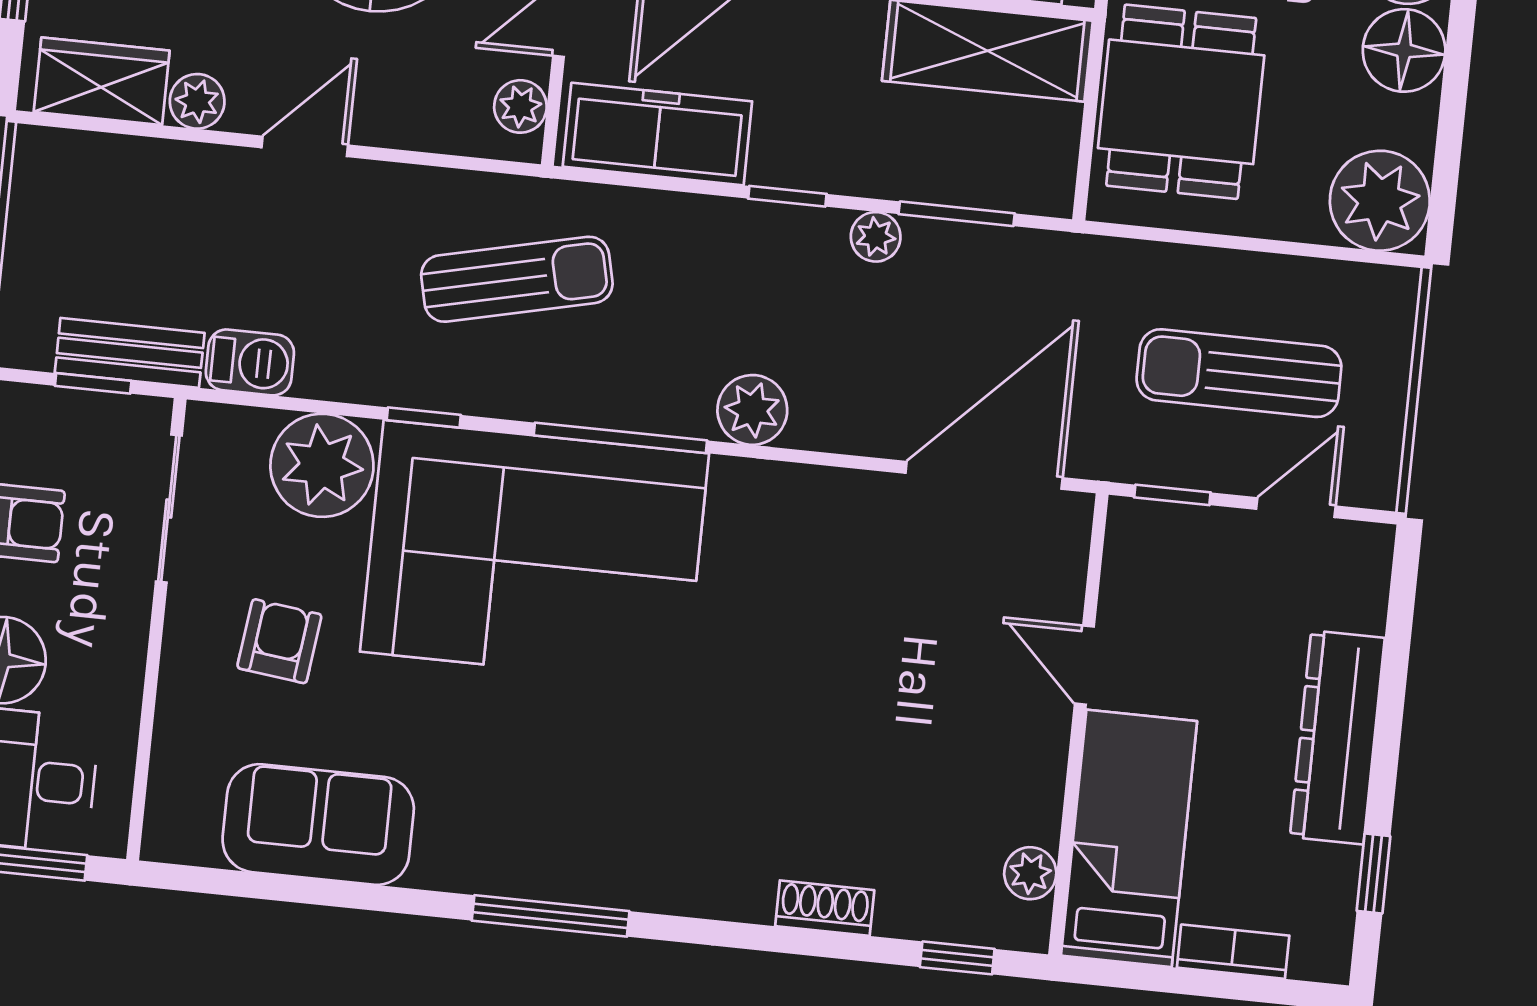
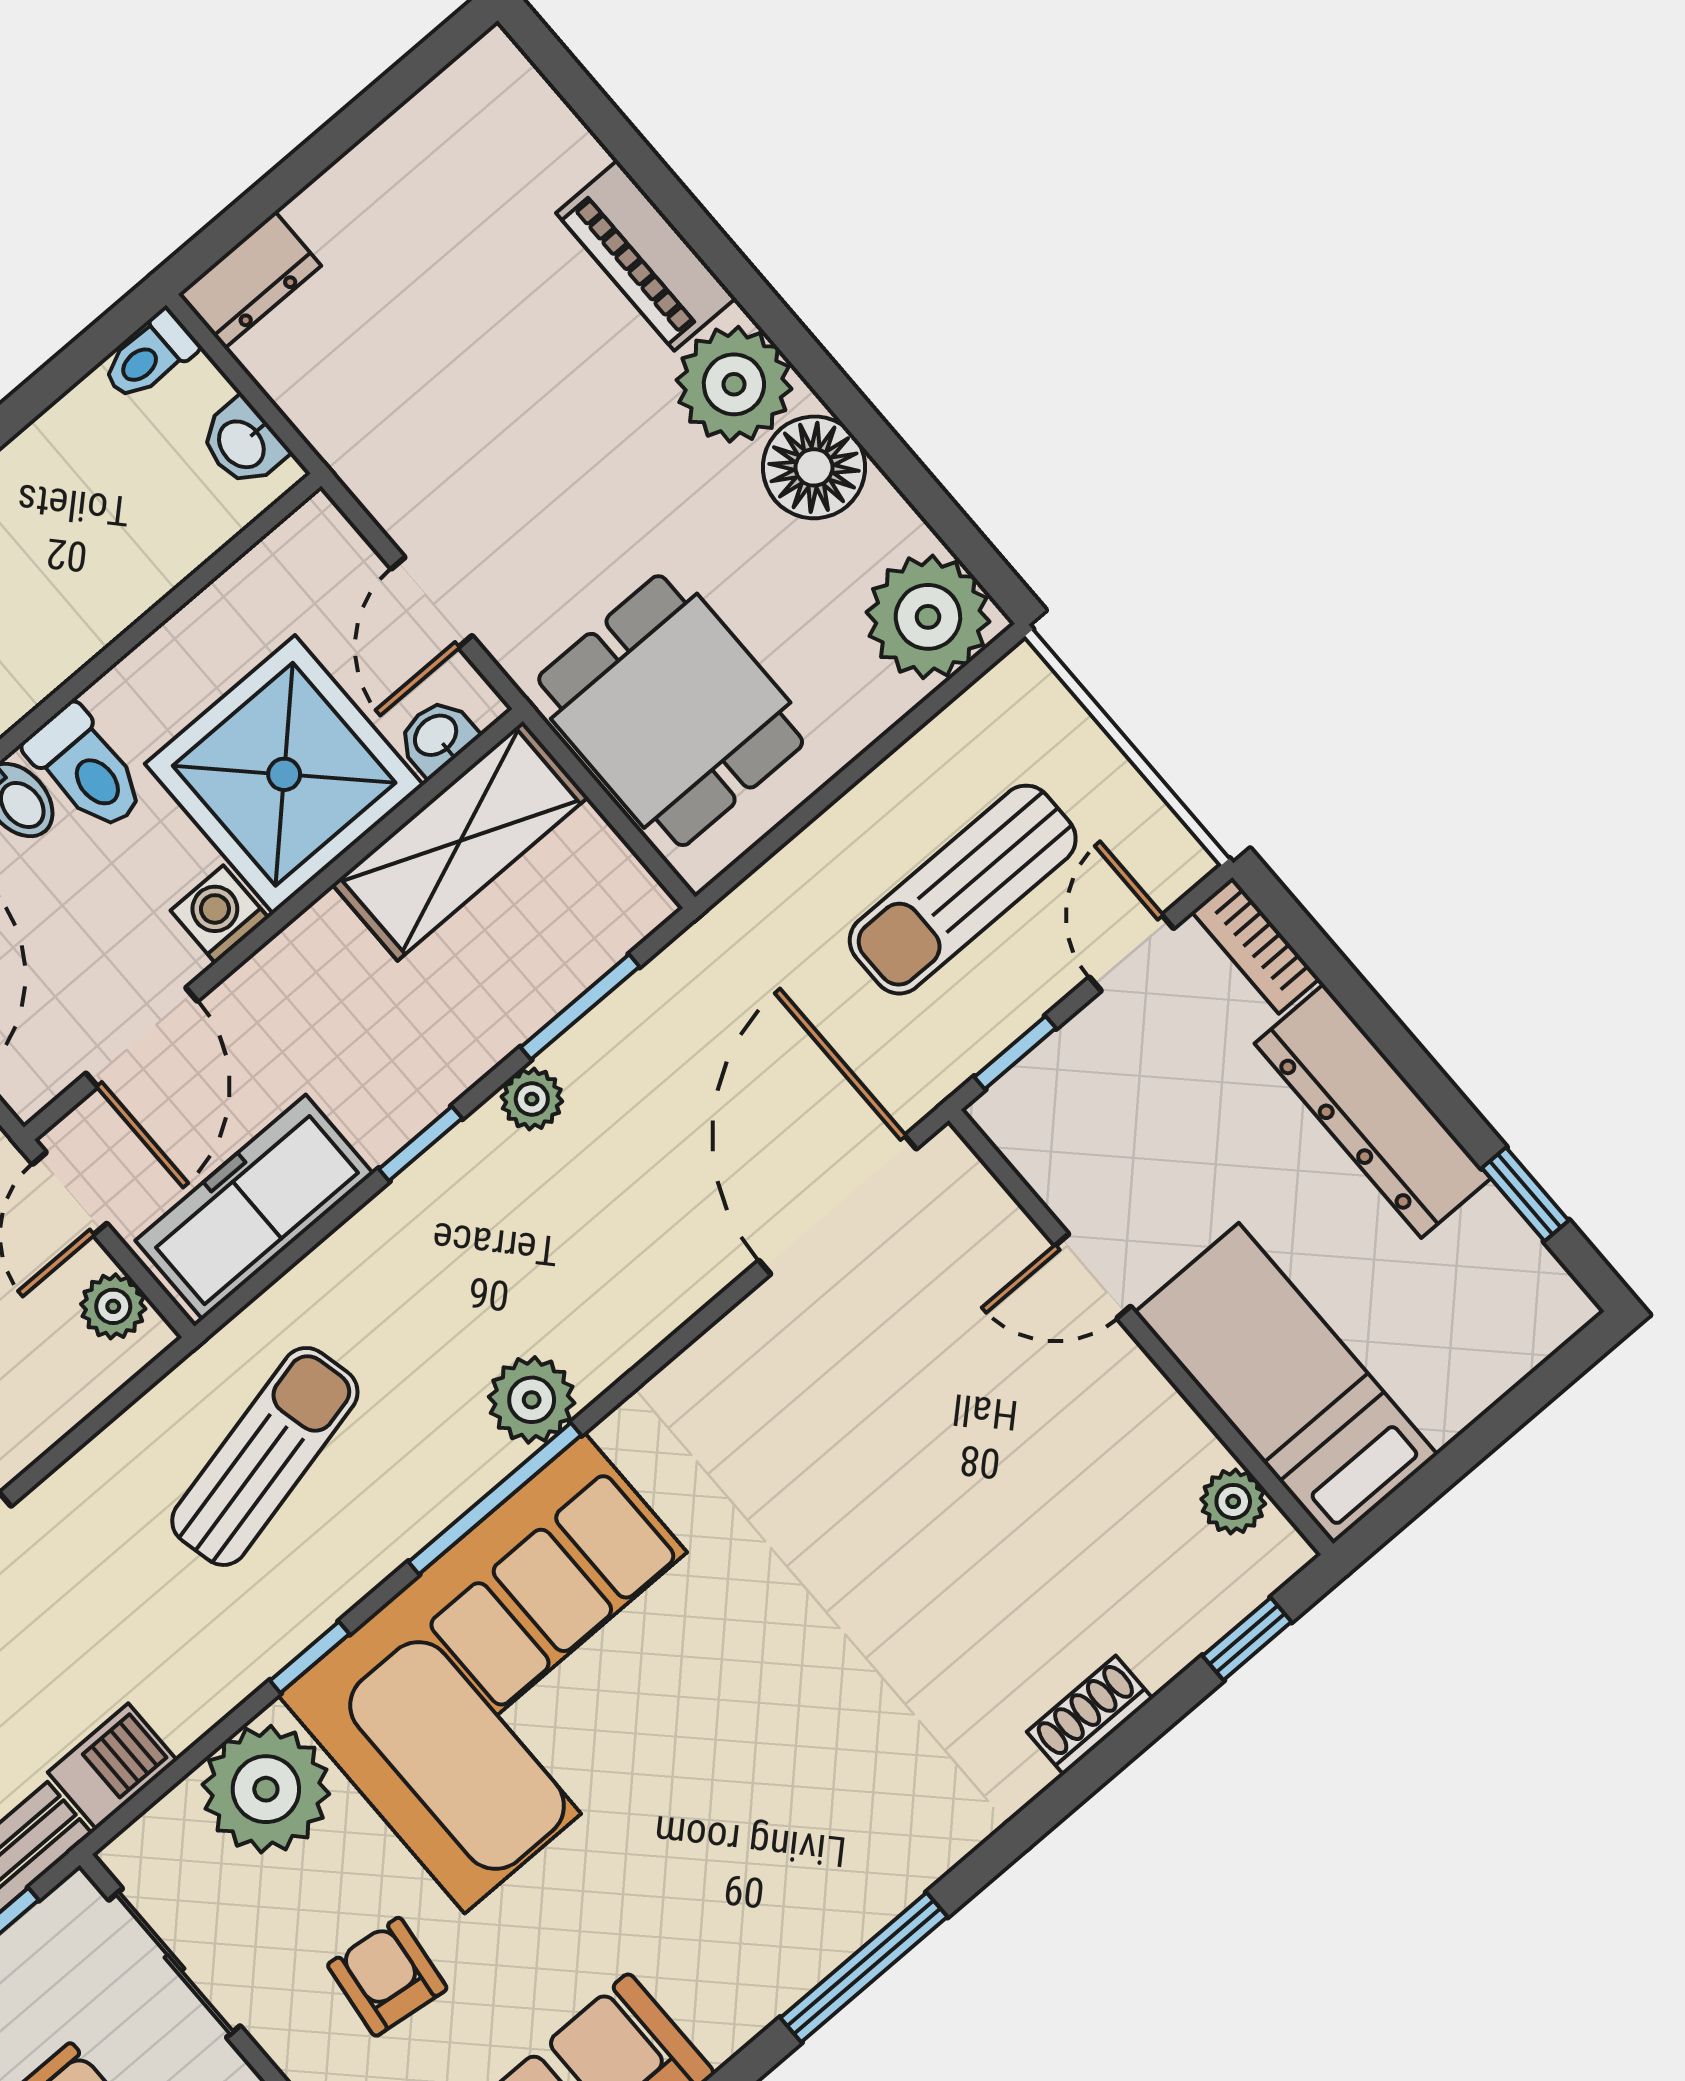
plant: (752, 410) -> (532, 1400), moved
bookcase: (1233, 952) -> (1256, 945), moved, turned -90

